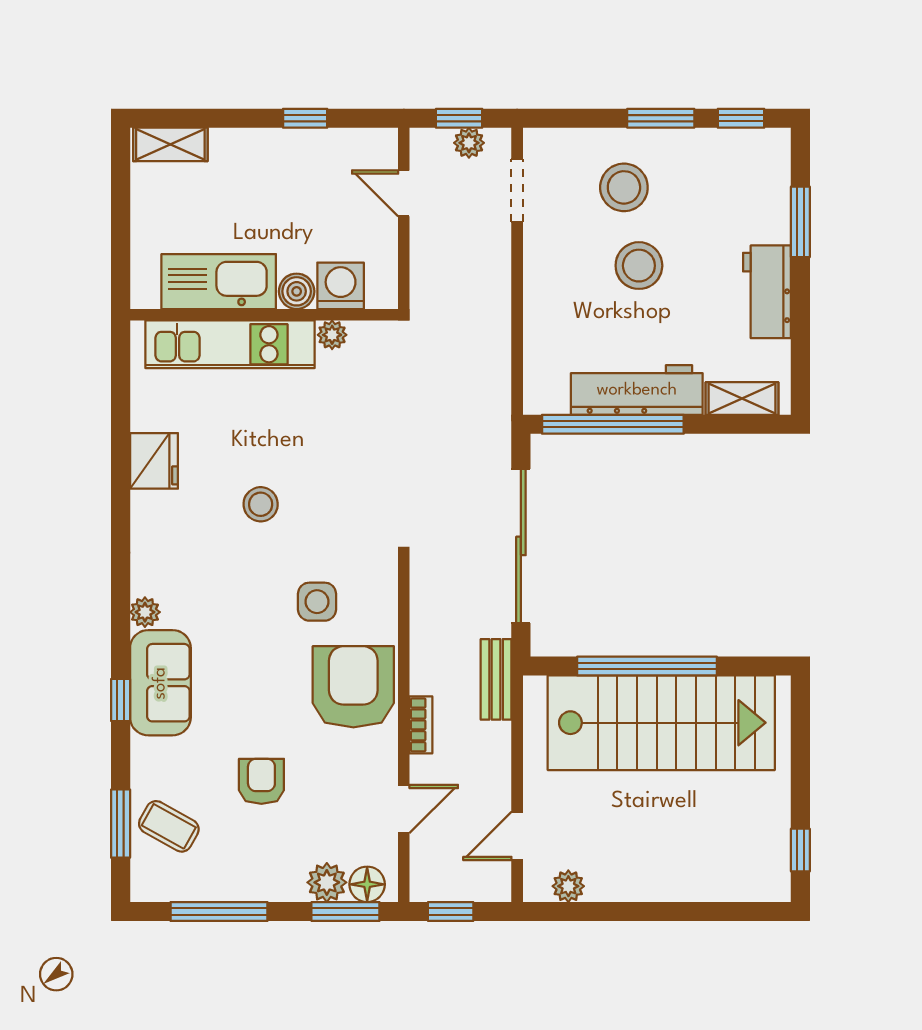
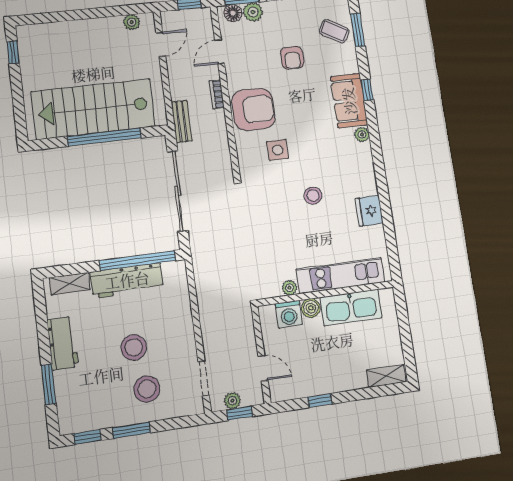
armchair: (353, 687) -> (253, 109), turned -90

